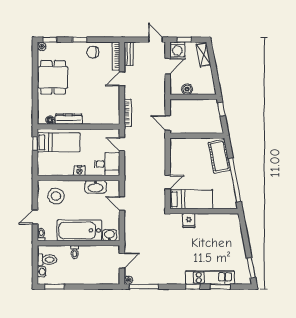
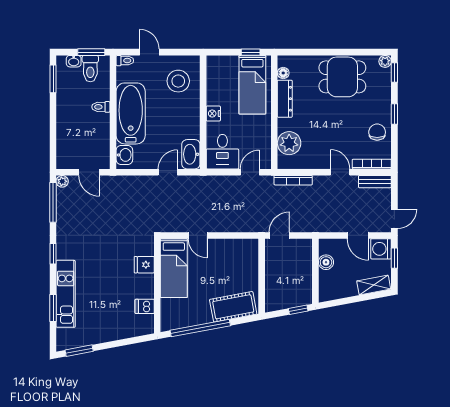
plant: (101, 116) -> (289, 143), added
washbasin: (96, 187) -> (191, 154), moved
dishwasher: (219, 220) -> (145, 306), added
window: (35, 259) -> (91, 52), added
window: (193, 287) -> (53, 254), moved

